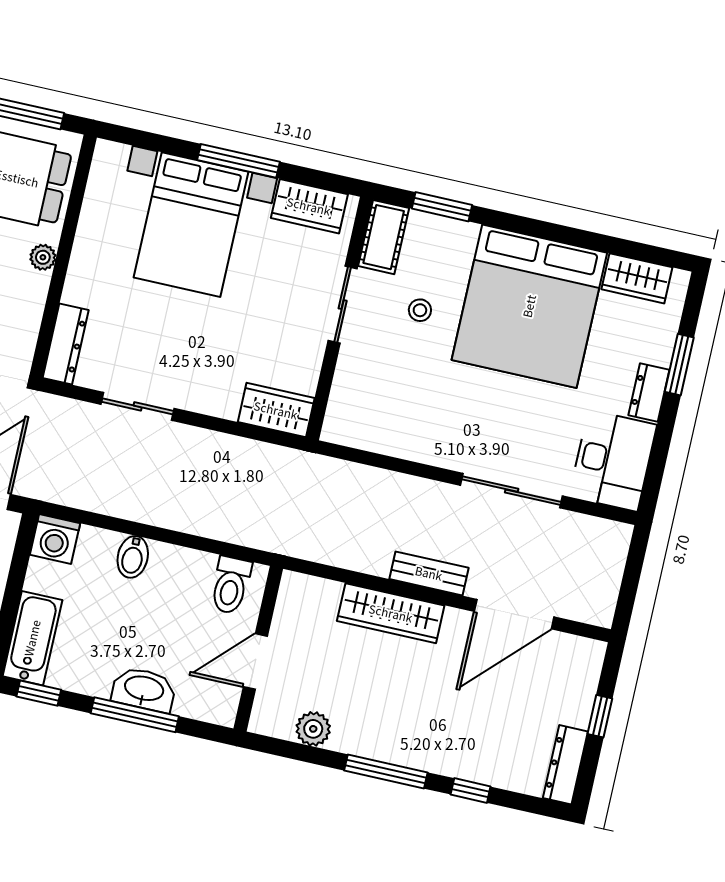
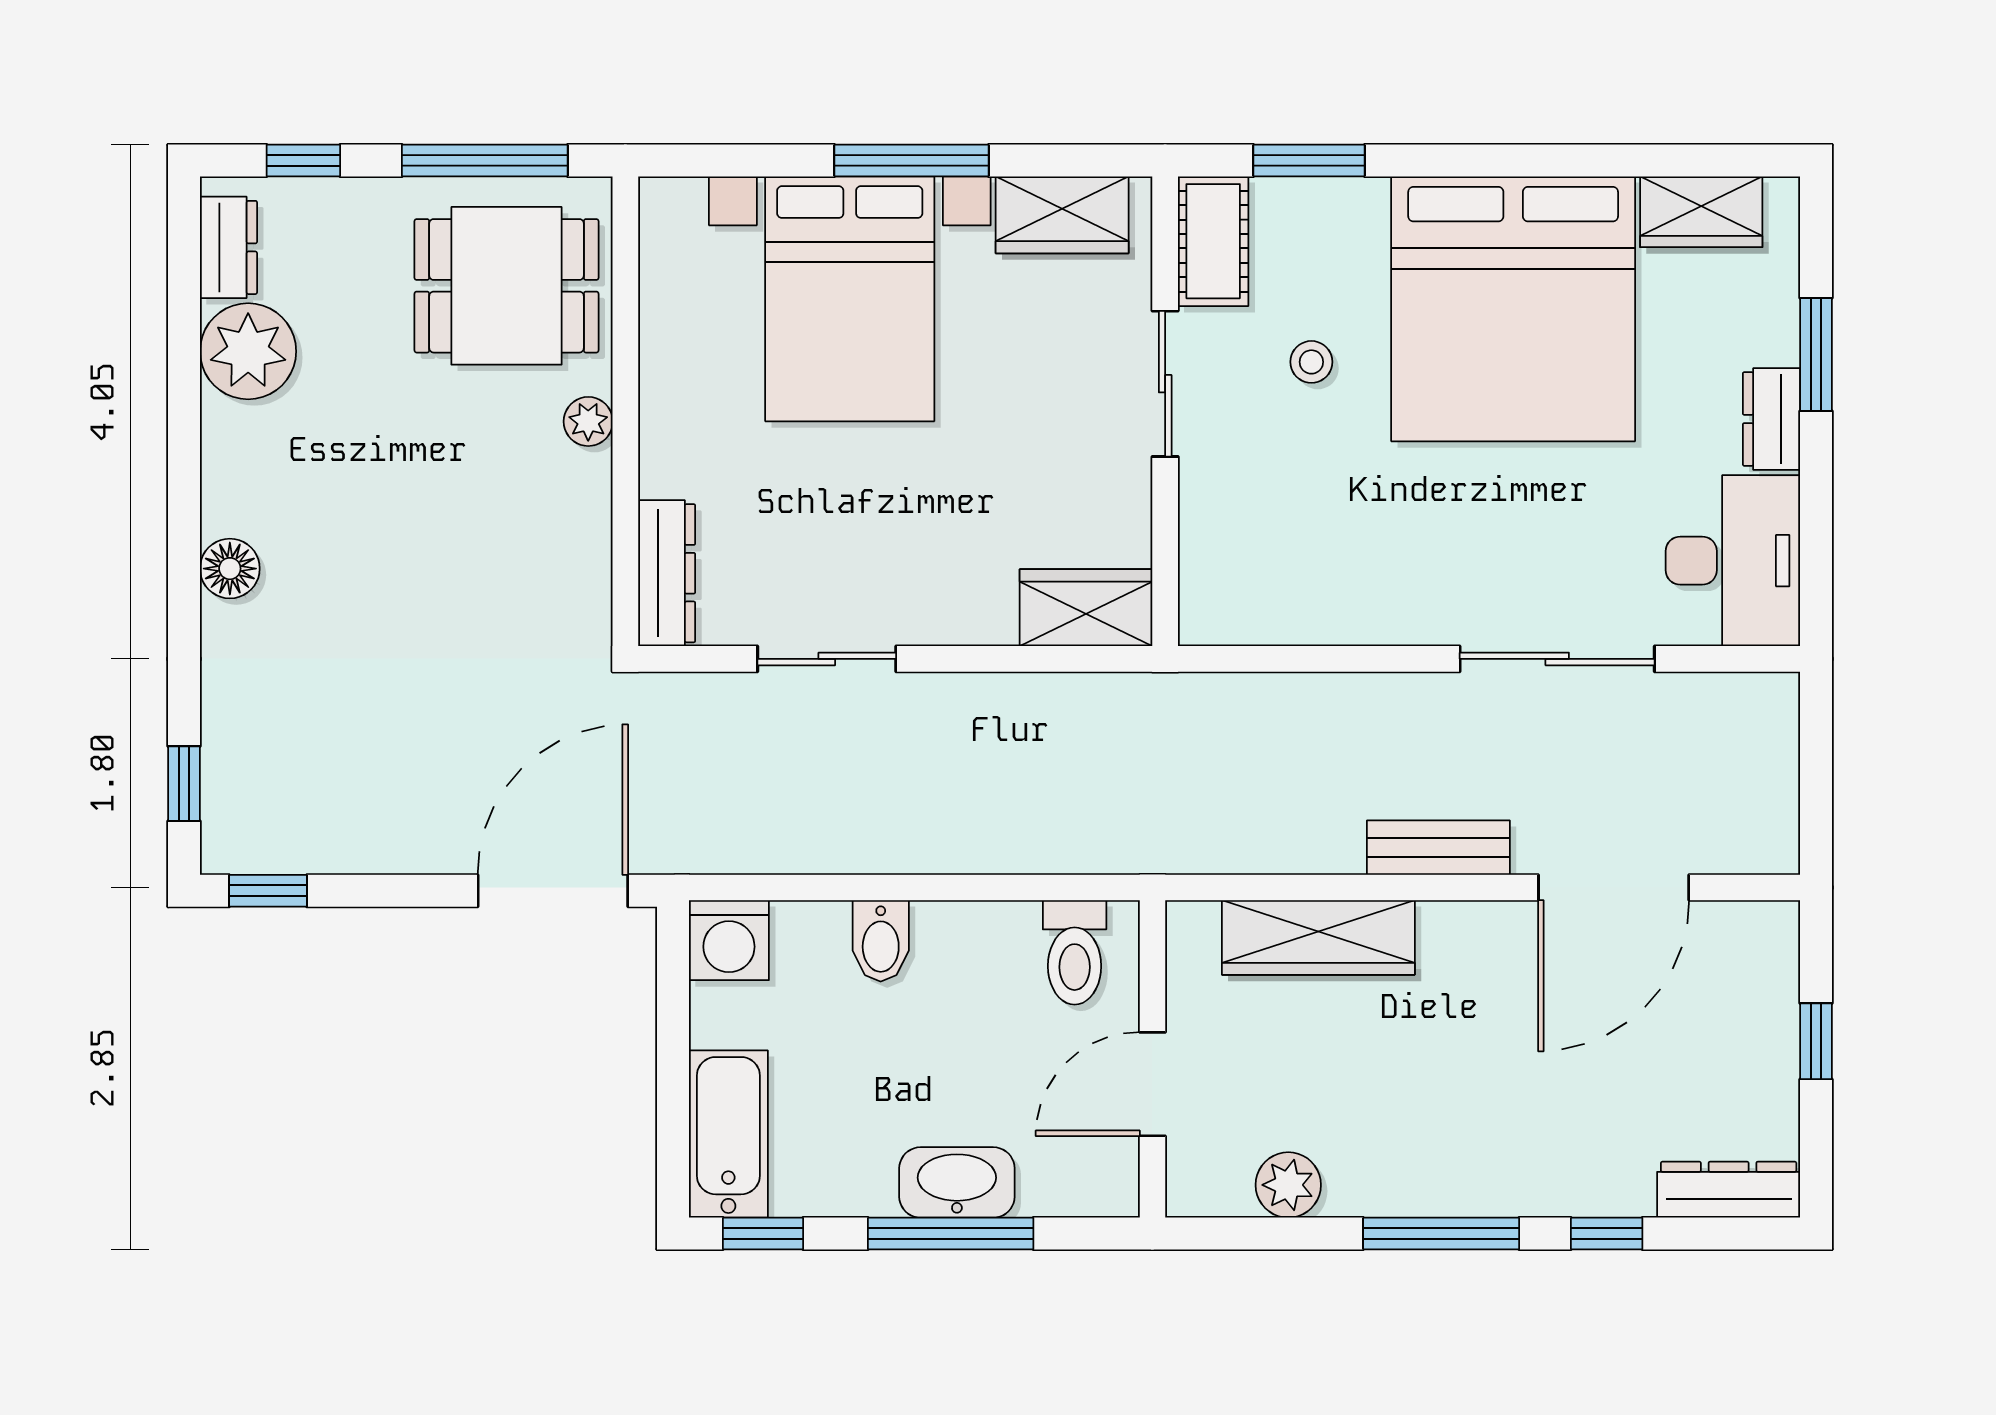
wardrobe: (391, 613) -> (1318, 938), moved
dresser: (565, 765) -> (1729, 1190), moved, turned 90

